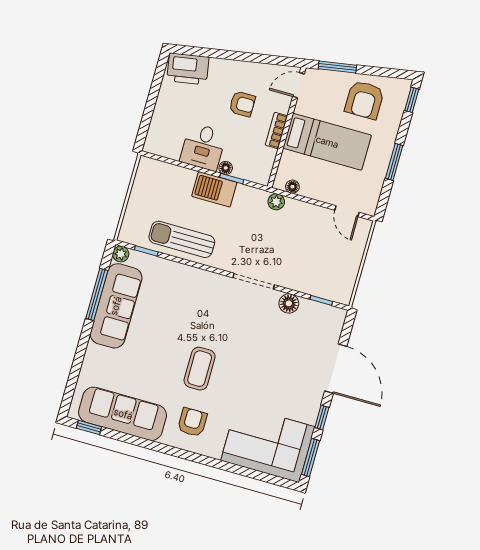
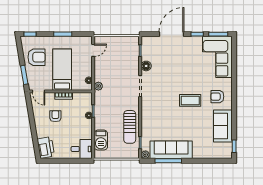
desk: (203, 147) -> (82, 149), moved
barbecue: (214, 189) -> (101, 140), moved
sofa: (123, 414) -> (223, 126), width x0.73

